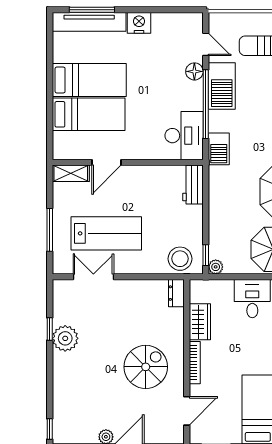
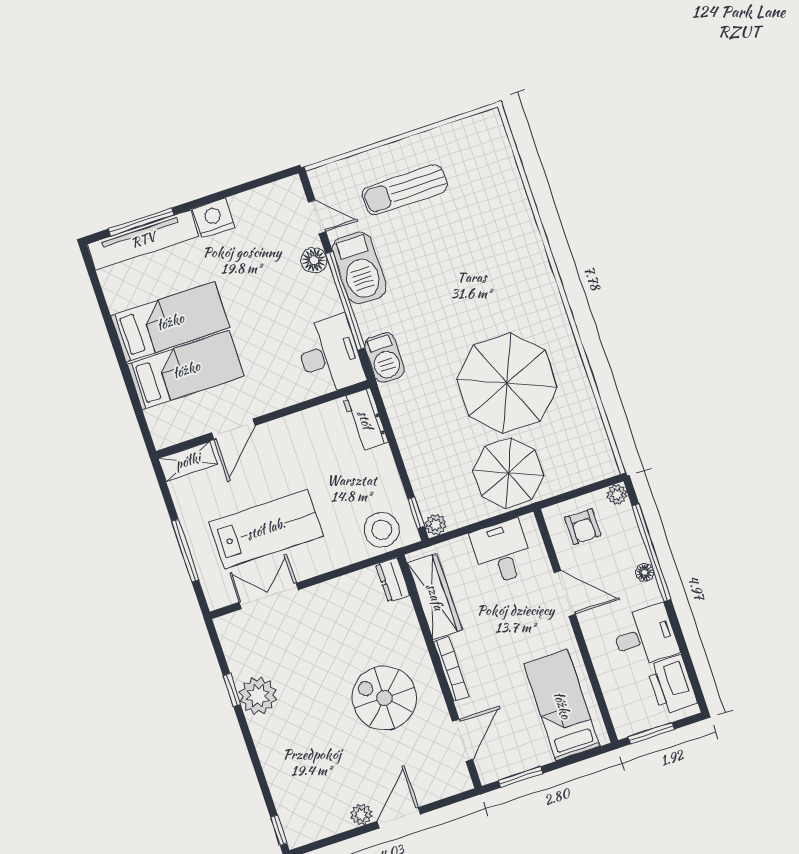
wardrobe: (200, 322) -> (435, 597), width x1.50
spiral stairs: (146, 367) -> (384, 698), turned -90

